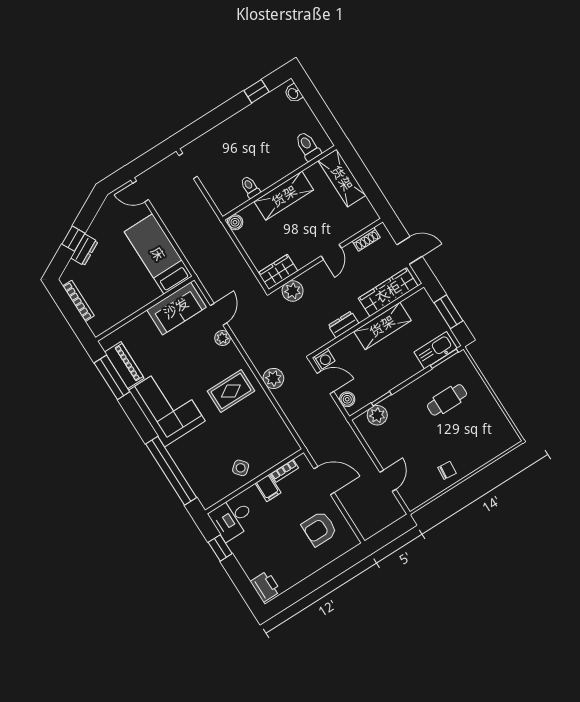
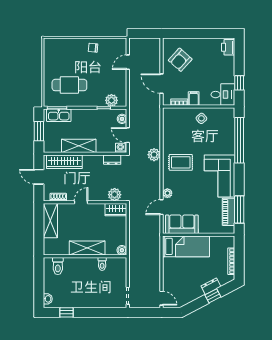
shelving: (342, 178) -> (50, 221), moved
bed: (158, 254) -> (186, 246), moved, turned -90
dresser: (344, 324) -> (112, 160), moved
cafe table: (447, 400) -> (69, 85), width x1.37, depth x1.35
armchair: (319, 529) -> (180, 60), turned 132

